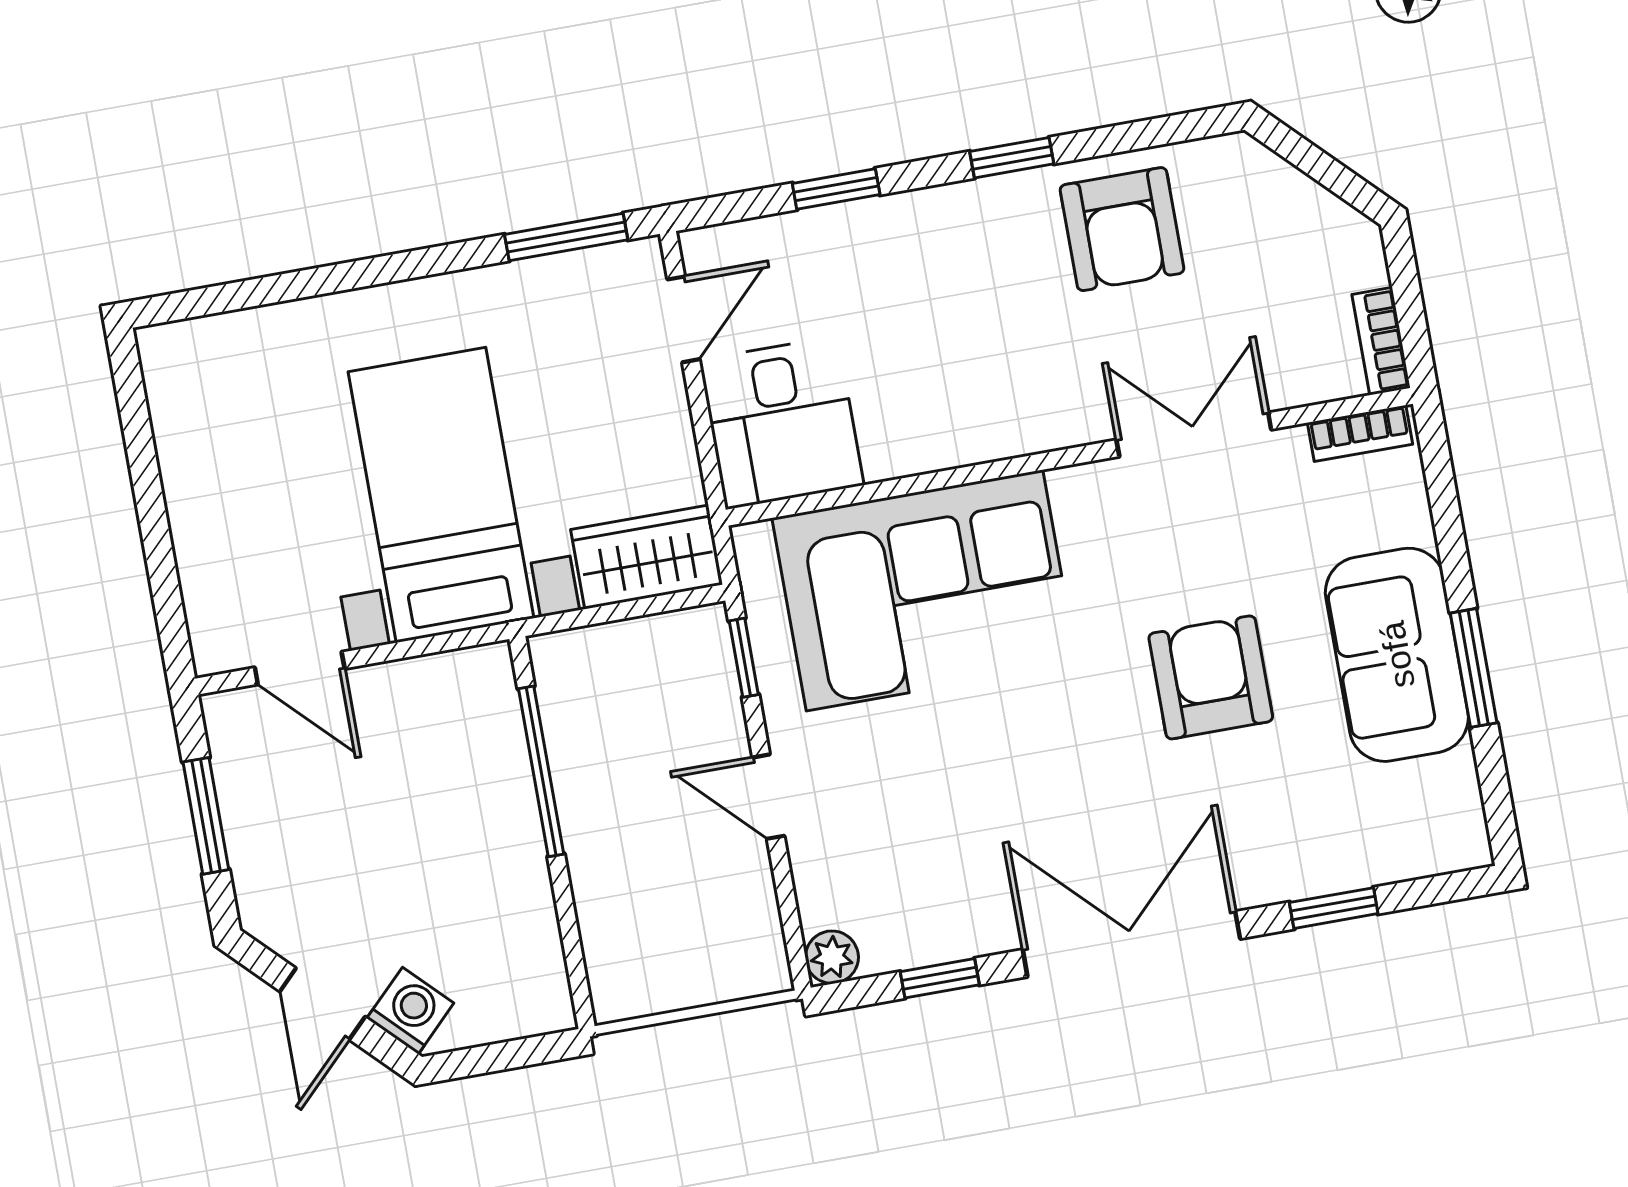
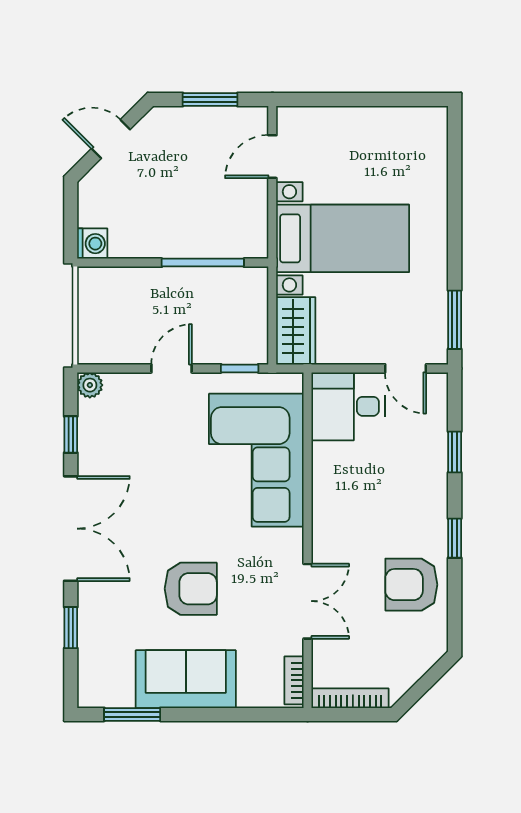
bookcase: (1381, 341) -> (350, 698), width x1.56
window: (1474, 668) -> (132, 714), moved
washing machine: (410, 1011) -> (92, 244), moved, turned -45

